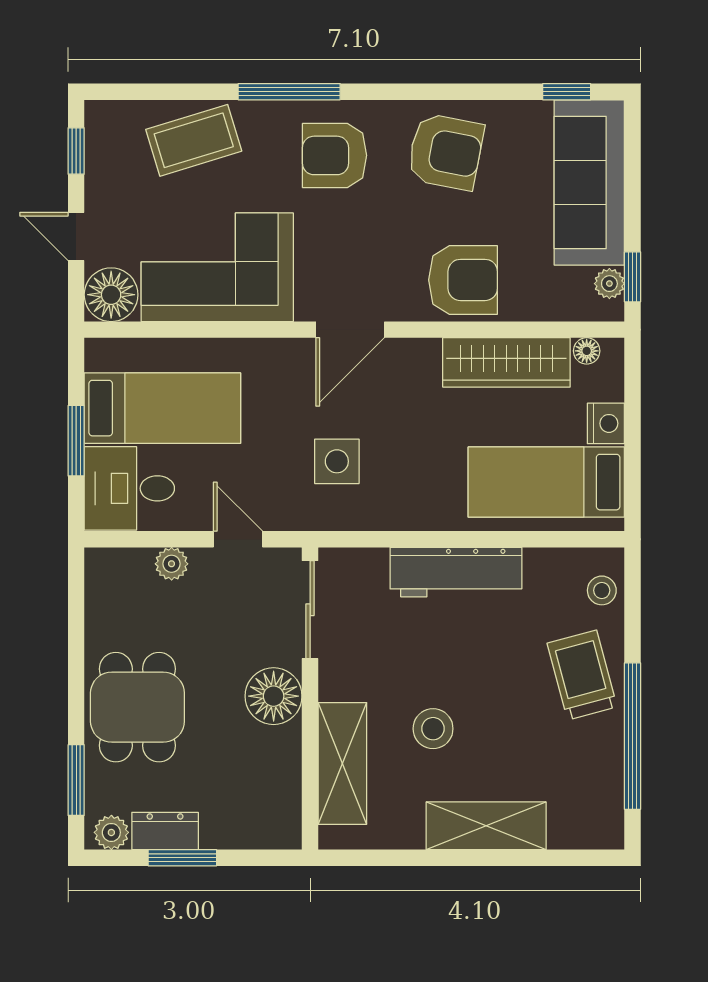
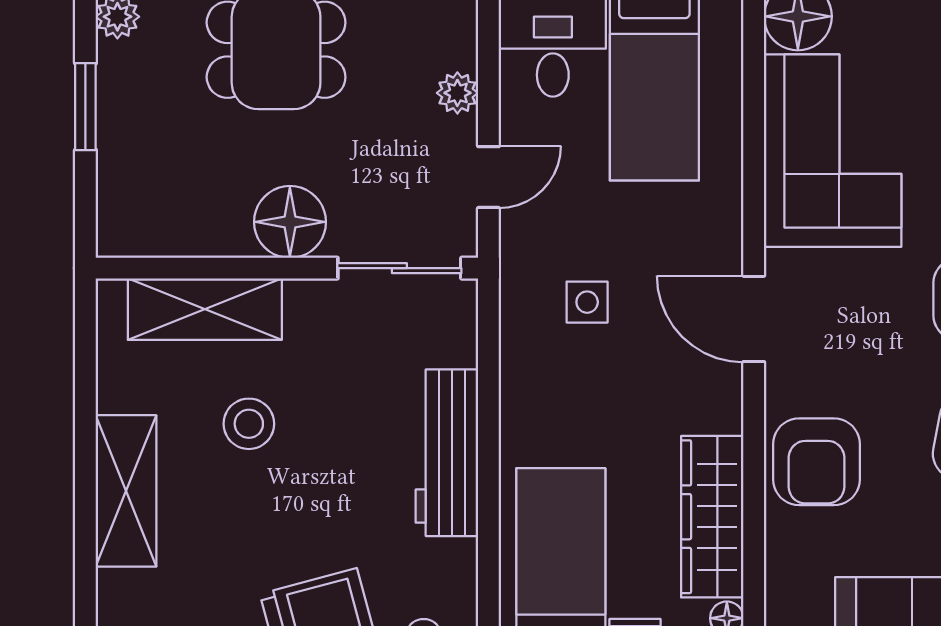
side table: (337, 461) -> (587, 302), width x0.73, depth x0.73
dresser: (165, 831) -> (119, 85), removed

